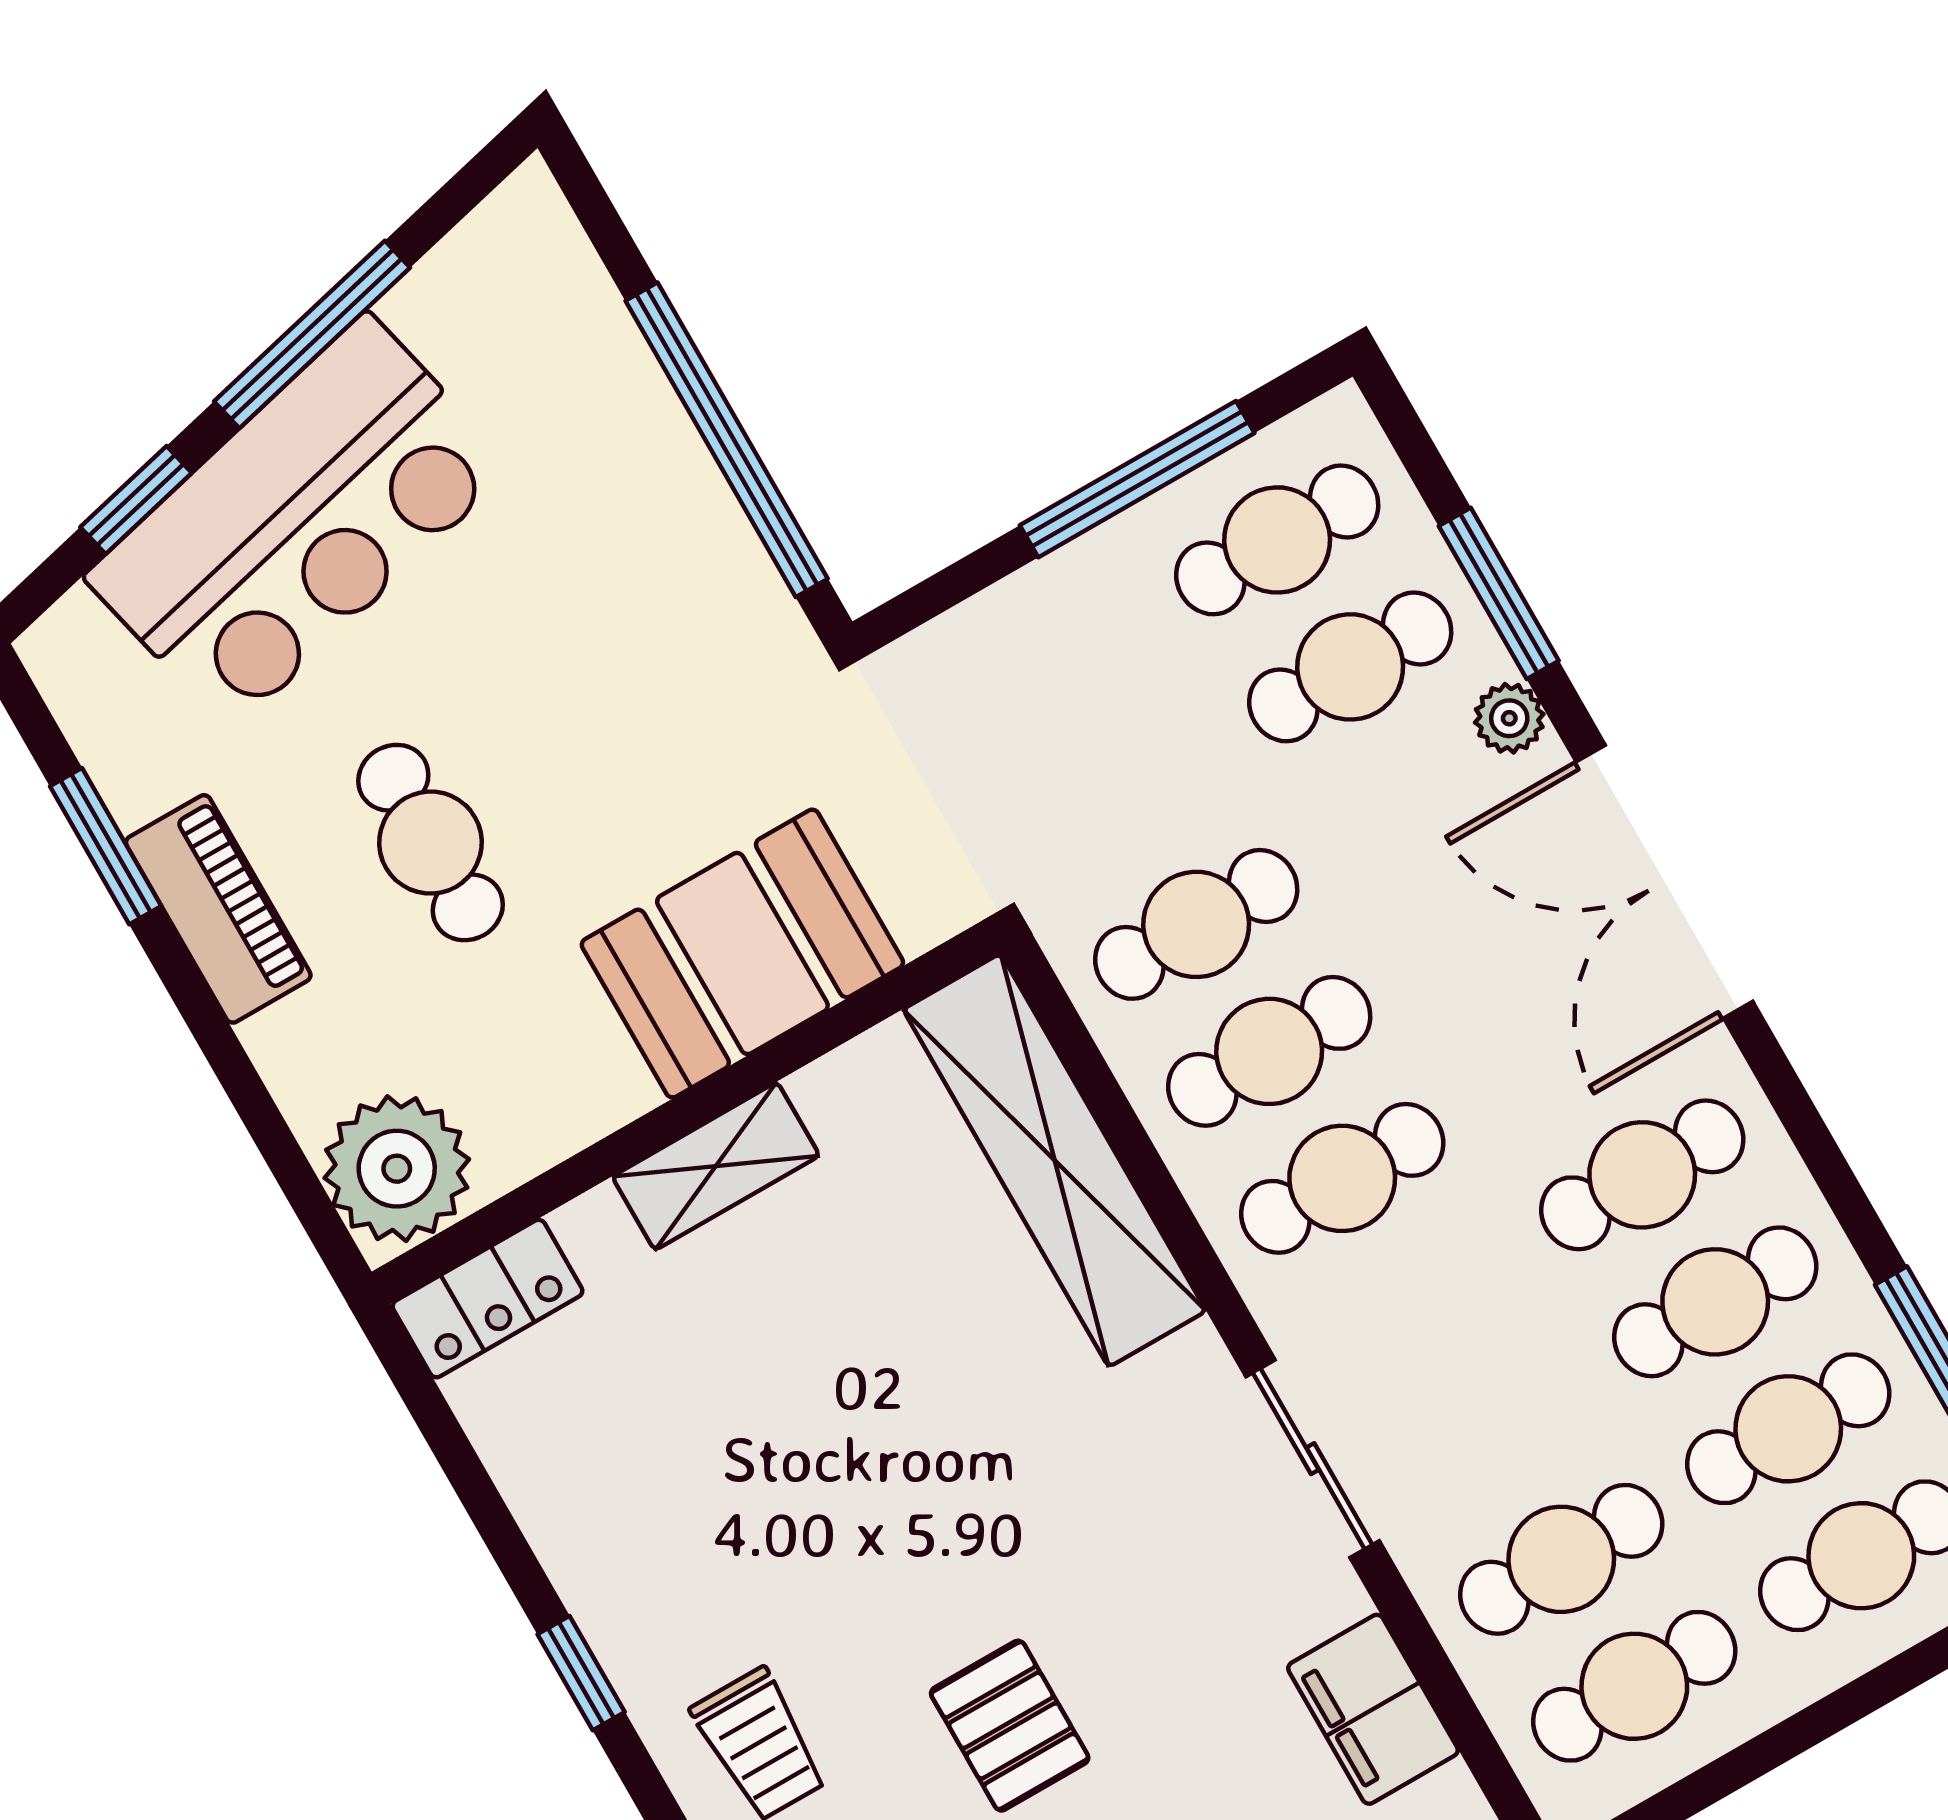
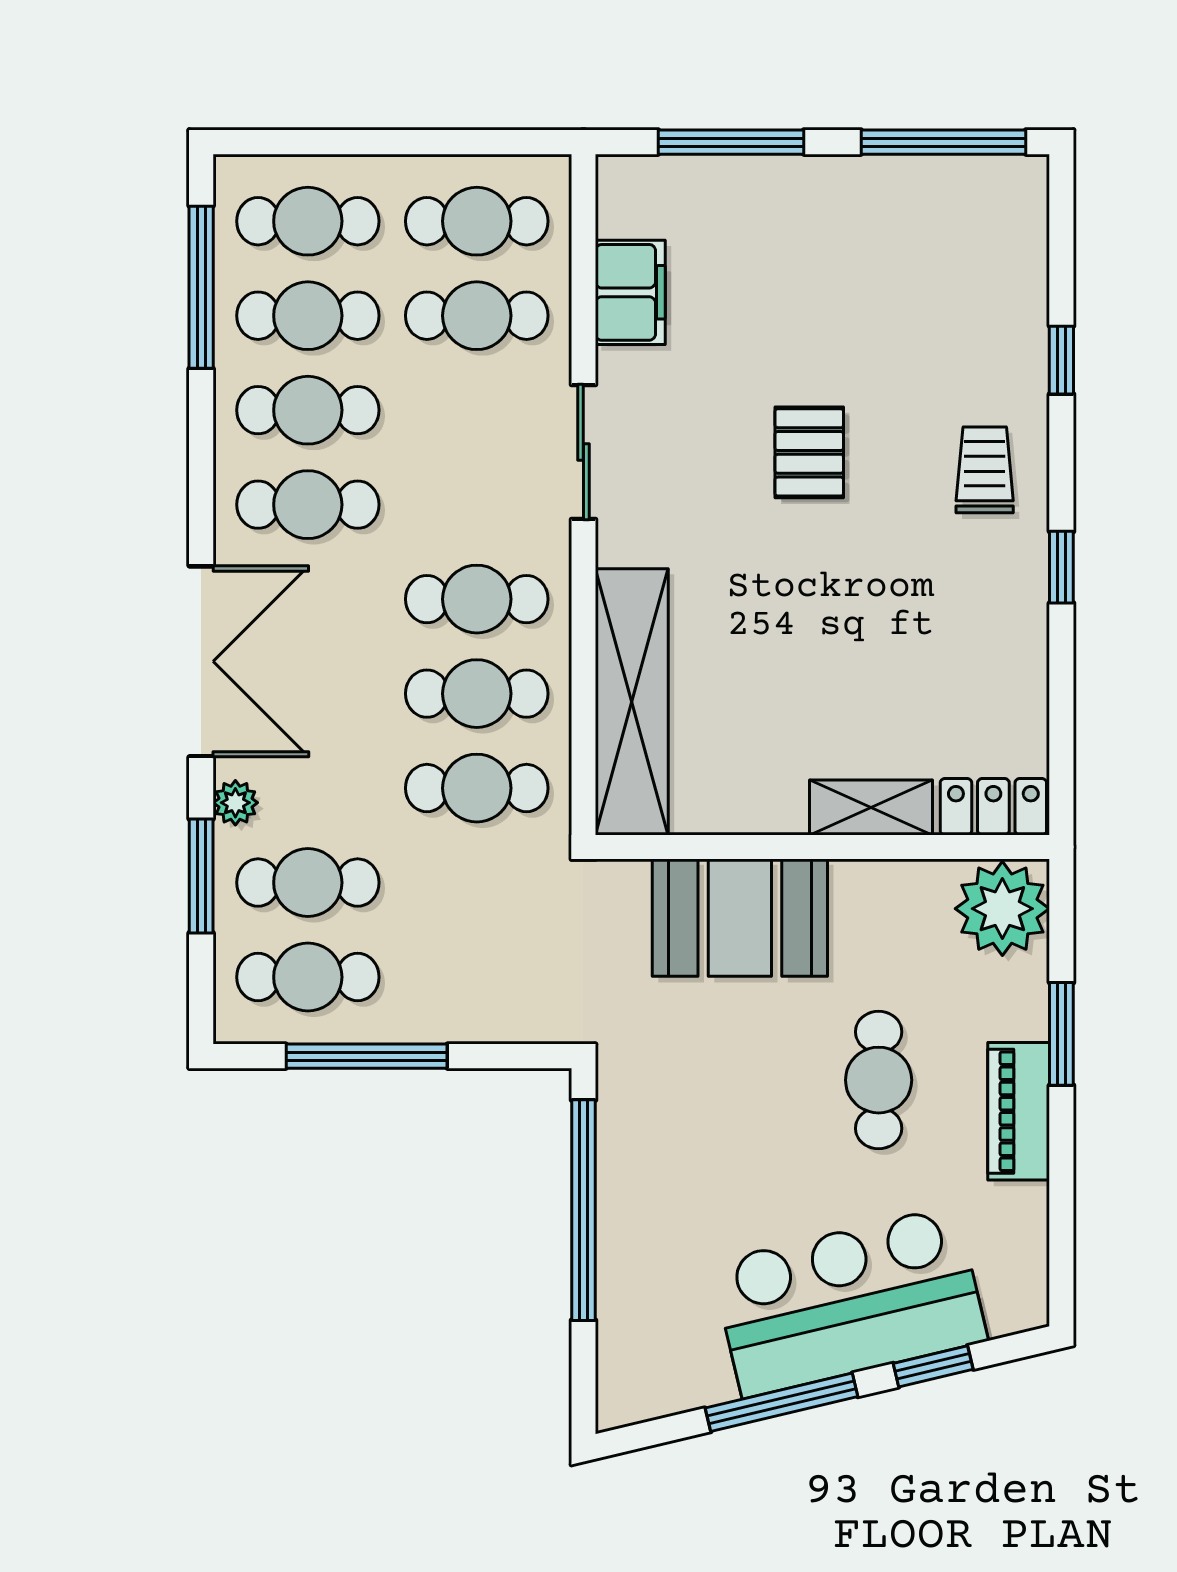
window: (106, 846) -> (1061, 1034), moved
shelving: (716, 1166) -> (871, 807), moved
pallet: (1010, 1726) -> (809, 452), moved

